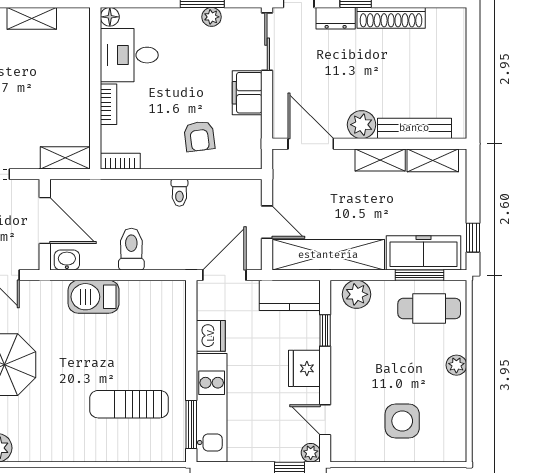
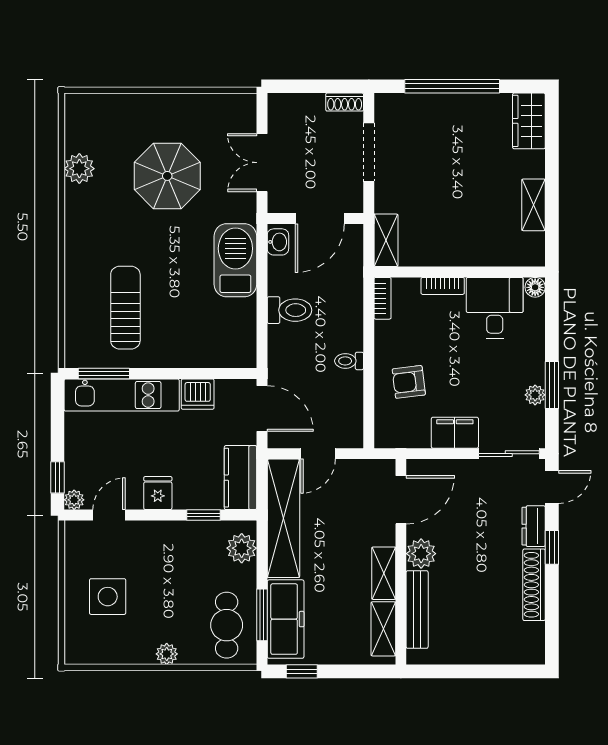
barbecue: (94, 297) -> (235, 260), width x1.37, depth x1.21
fridge: (304, 368) -> (158, 493), width x0.72

